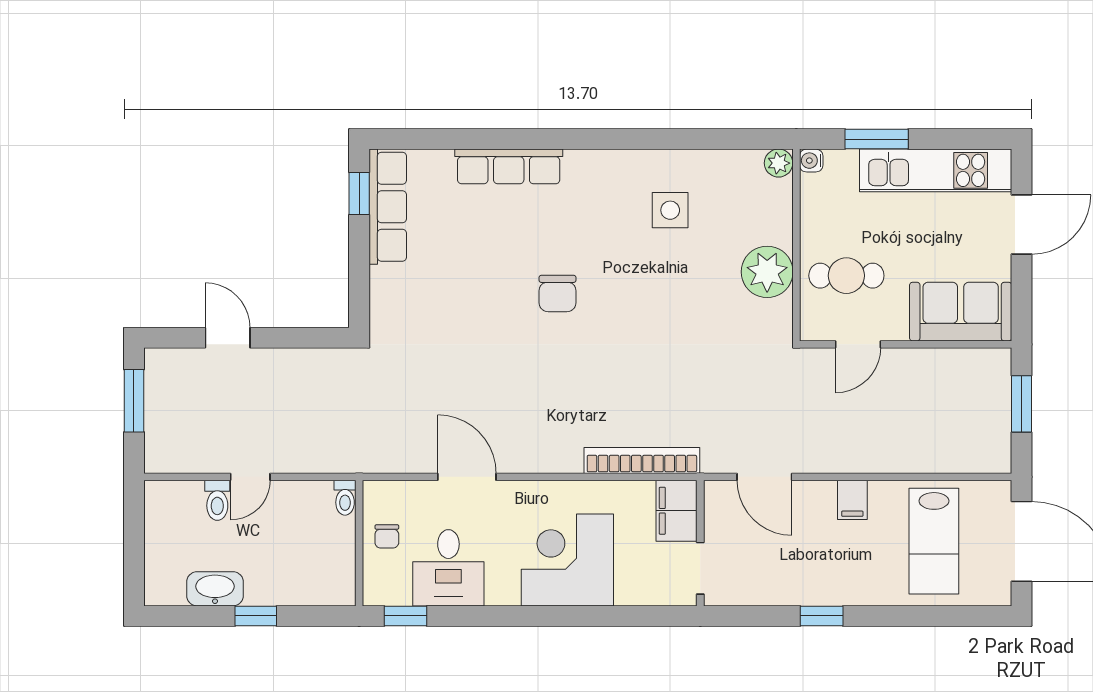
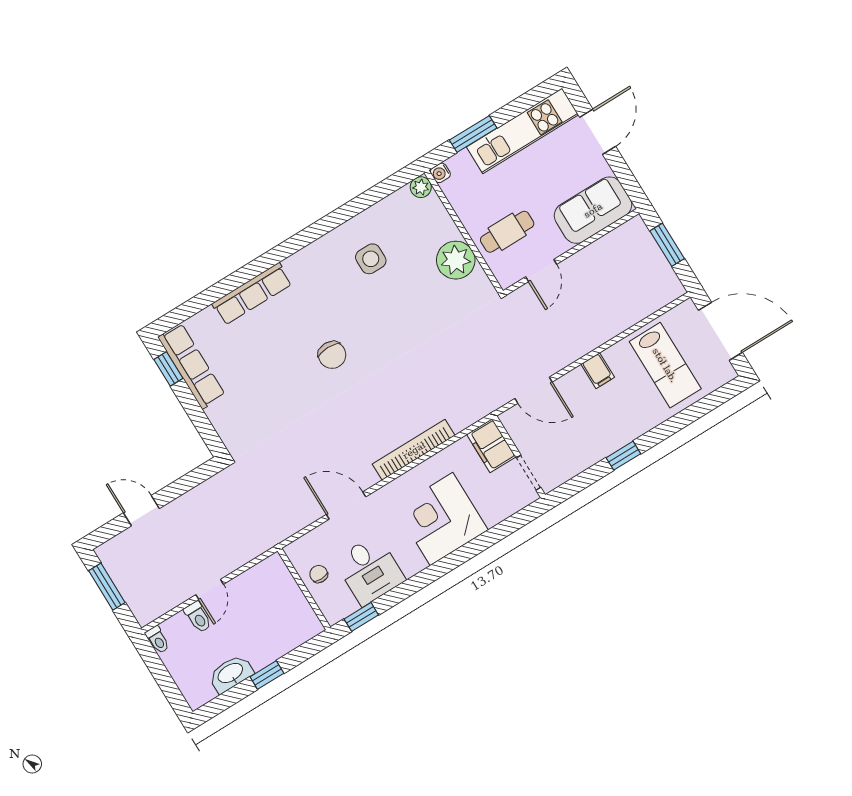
bookcase: (642, 460) -> (414, 450), moved
toilet: (345, 498) -> (158, 640), moved
chair: (387, 536) -> (319, 574), turned 180

